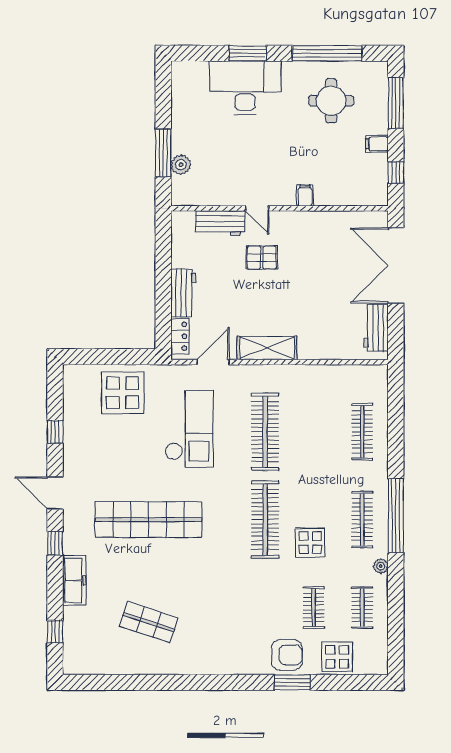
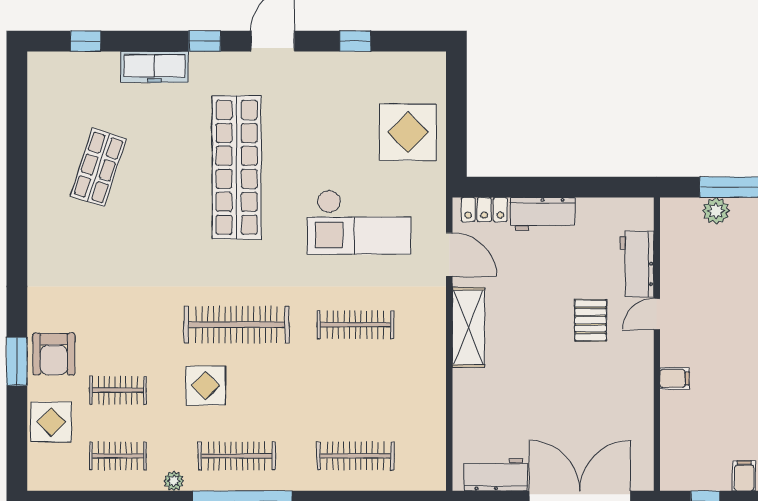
clothes rail: (265, 432) -> (355, 325), width x0.73, depth x0.76

